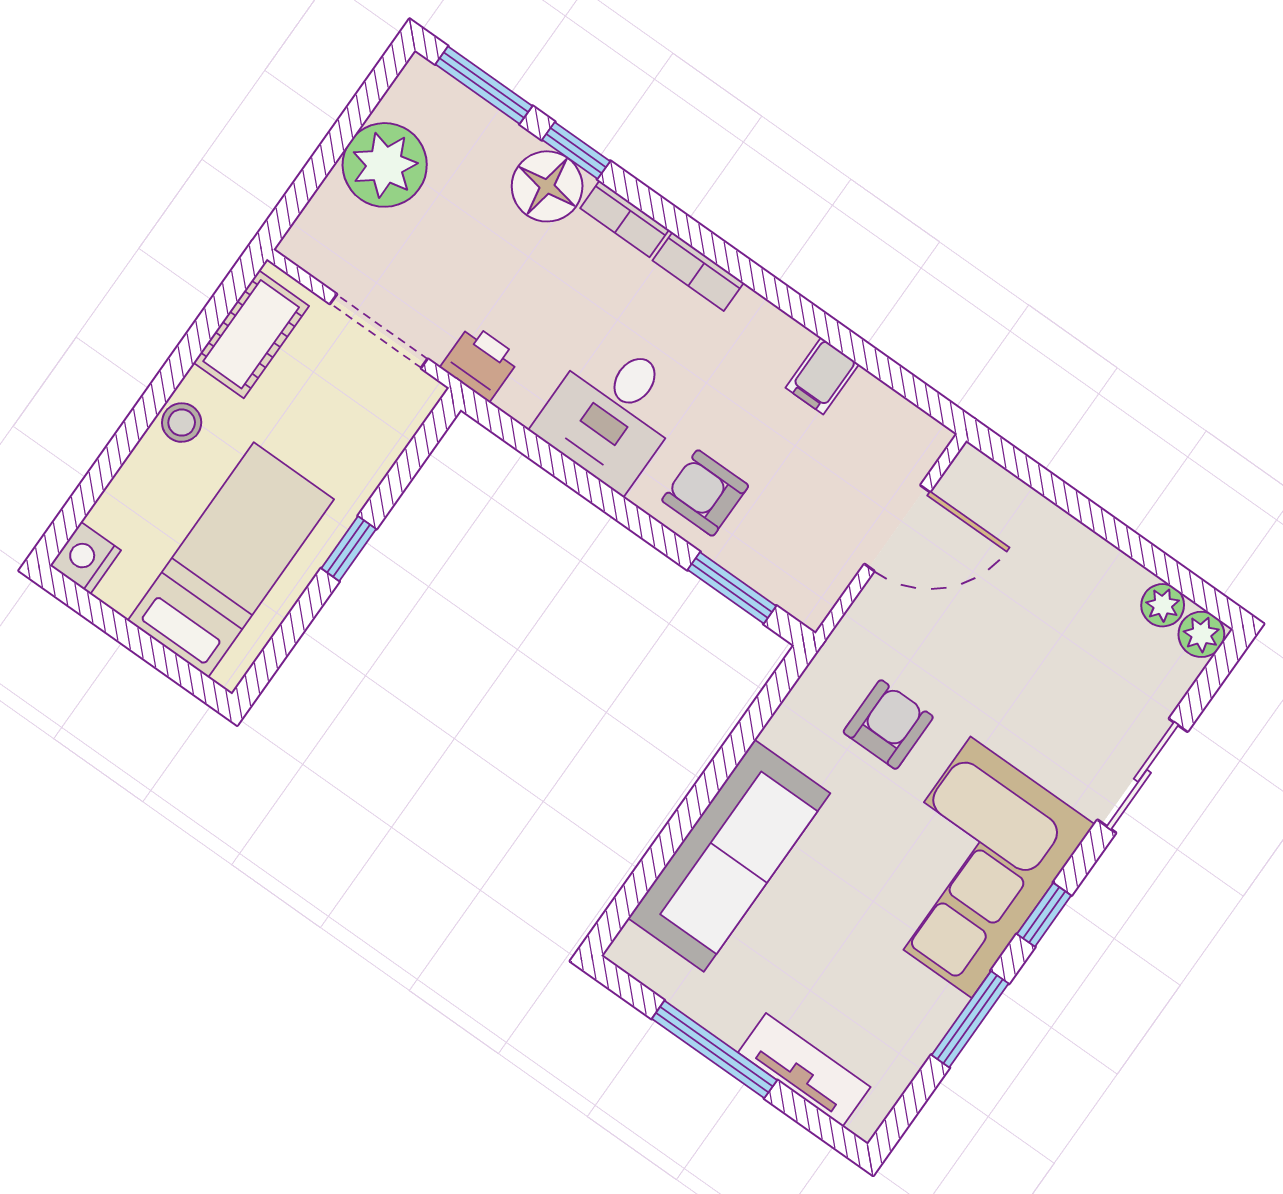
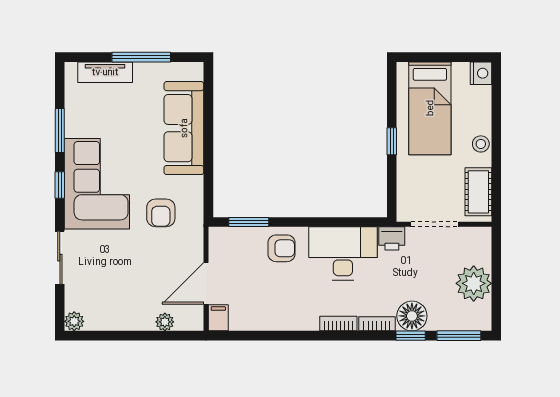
filing cabinet: (822, 376) -> (218, 318), moved
desk: (612, 413) -> (343, 253), width x1.37
plant: (1163, 605) -> (165, 322), moved

